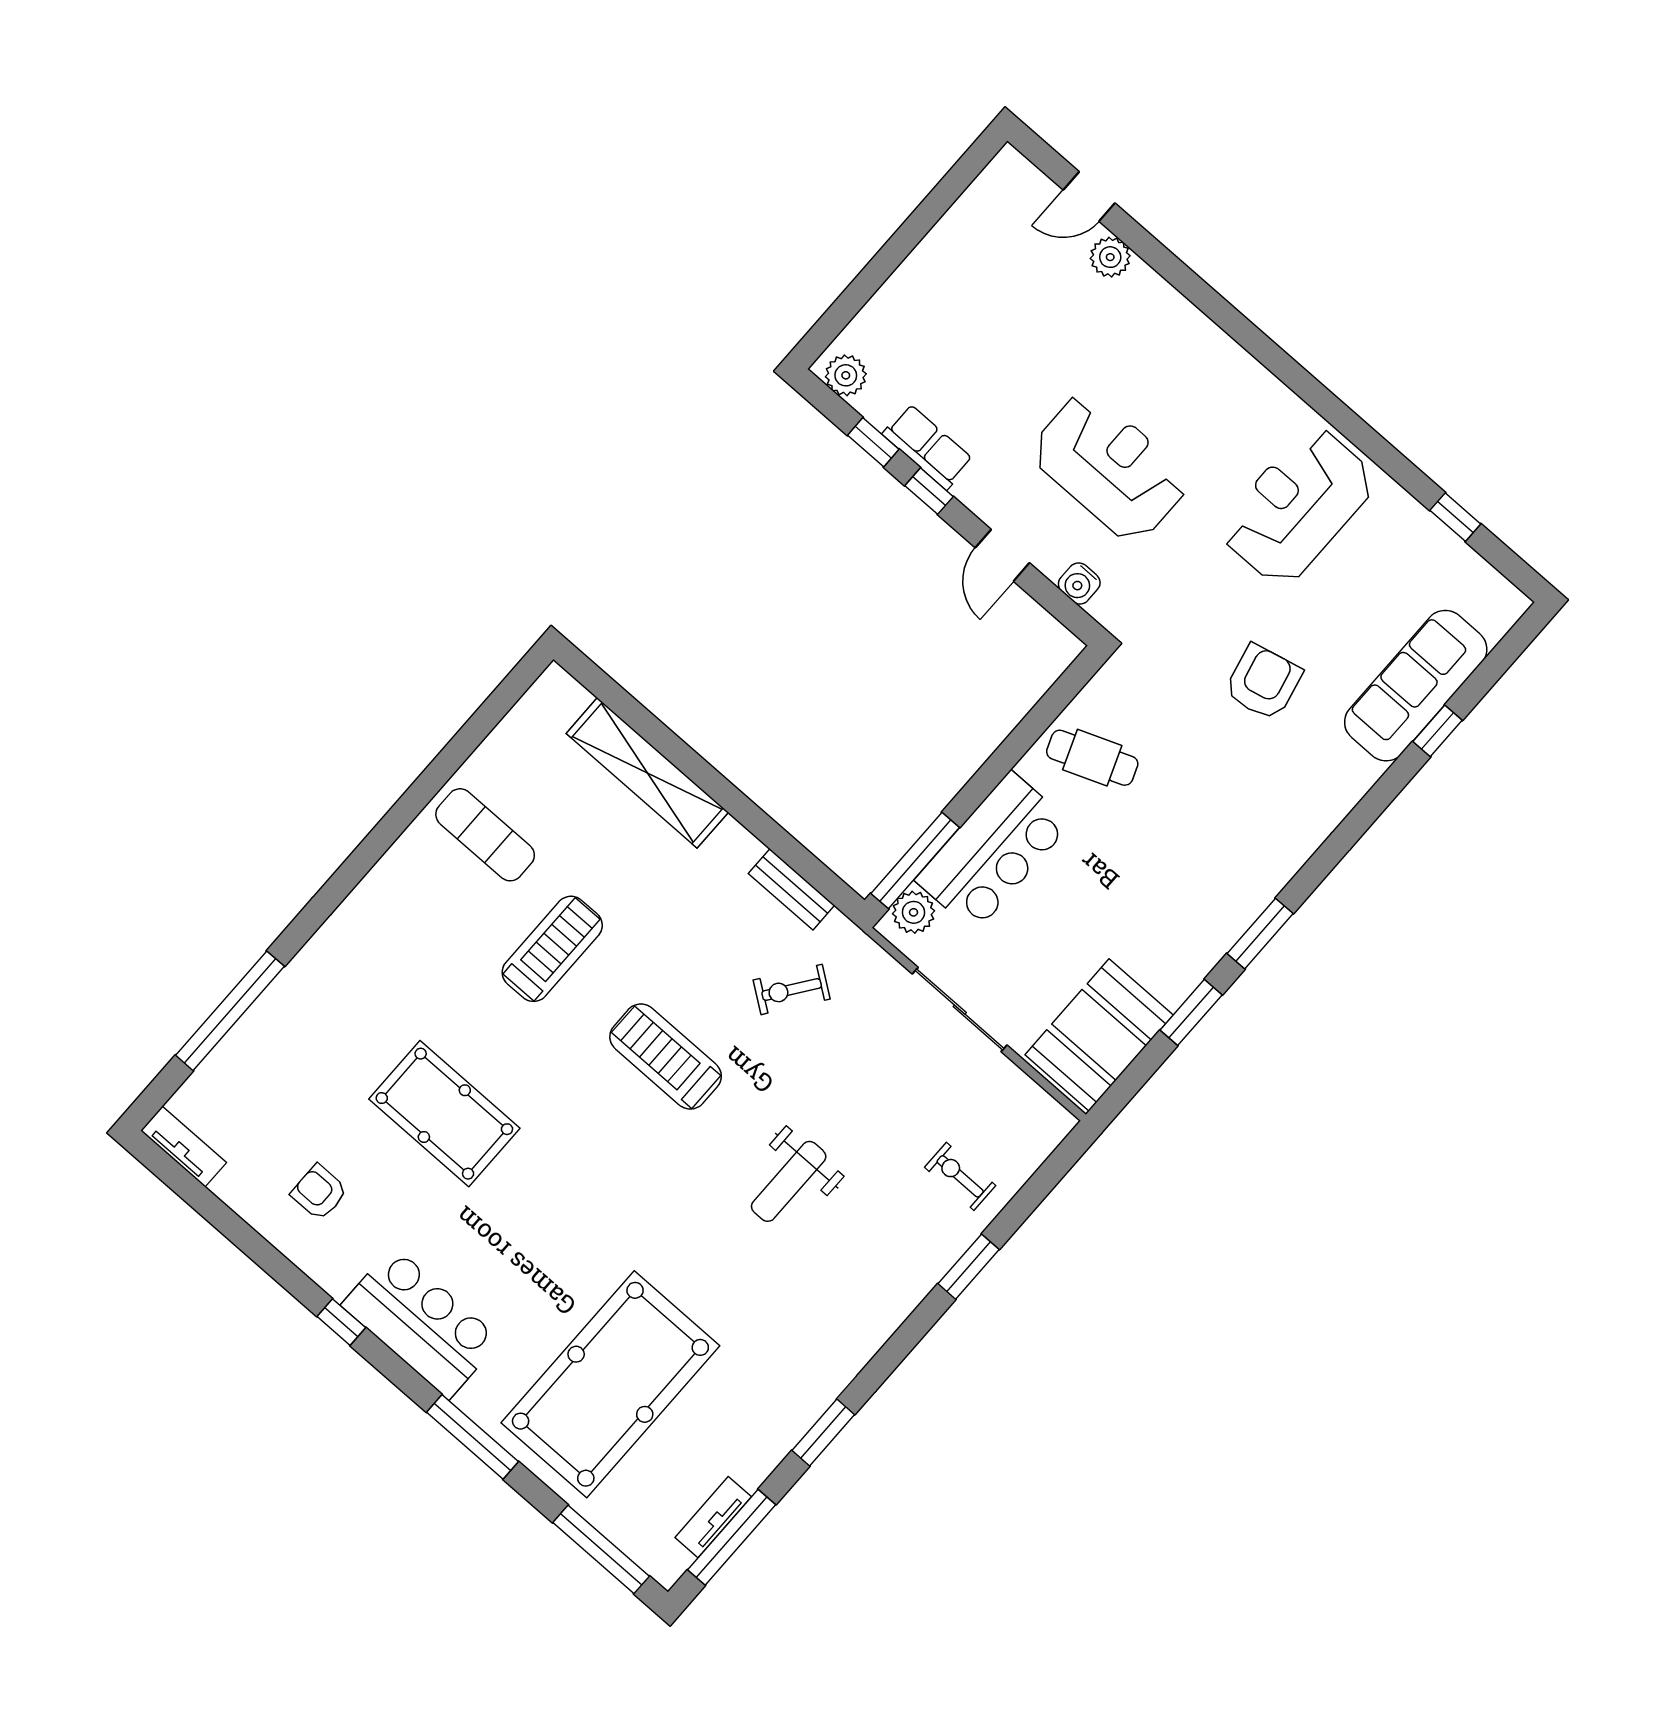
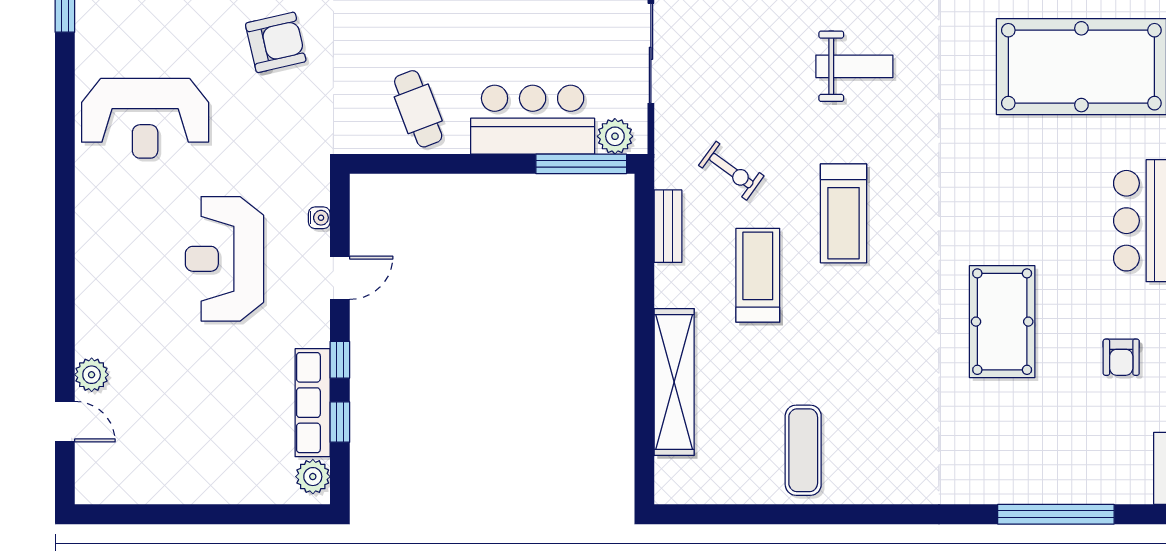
row of seats: (928, 447) -> (313, 403), width x1.48
water cooler: (1079, 583) -> (319, 218), width x0.72, depth x0.72
armchair: (1263, 682) -> (276, 42), turned 180
treadmill: (552, 949) -> (758, 275), moved, turned 90

